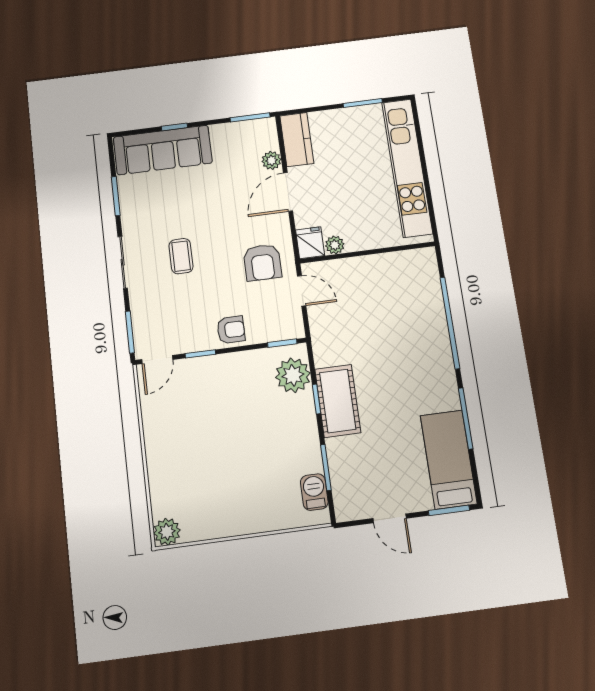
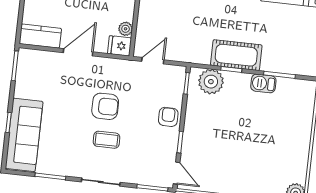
plant: (271, 160) -> (52, 58), removed
door: (288, 192) -> (78, 52), swing flipped
armchair: (262, 262) -> (105, 106), moved
barbecue: (314, 492) -> (263, 83), moved

